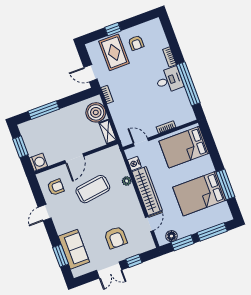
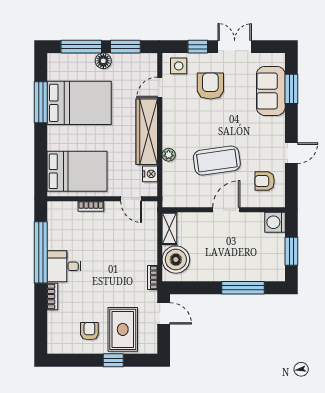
floor lamp: (171, 236) -> (103, 61), moved
side table: (142, 243) -> (179, 66), added

